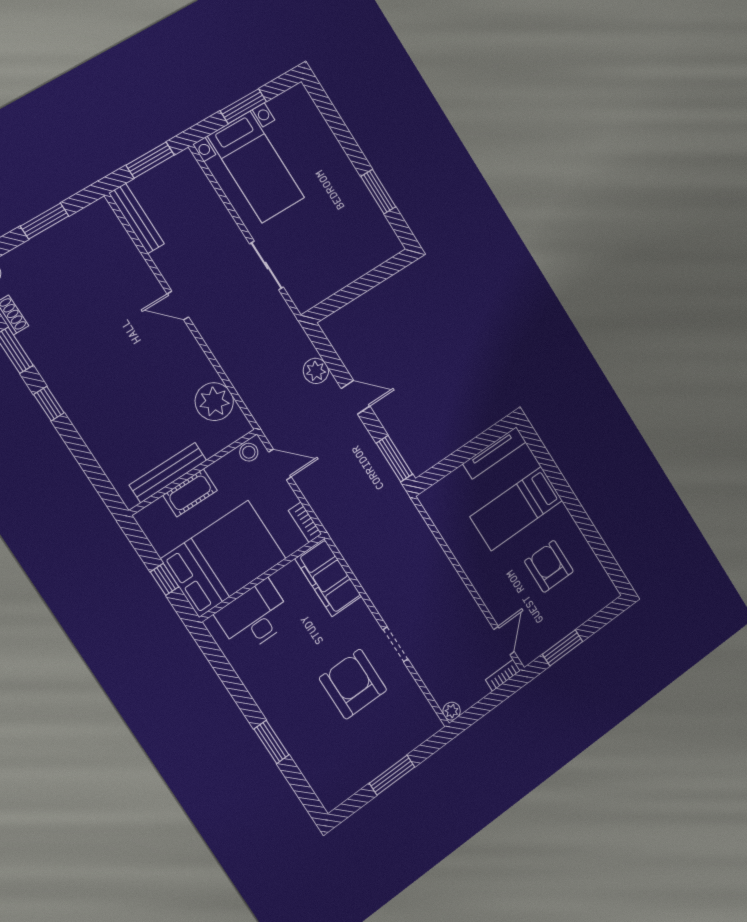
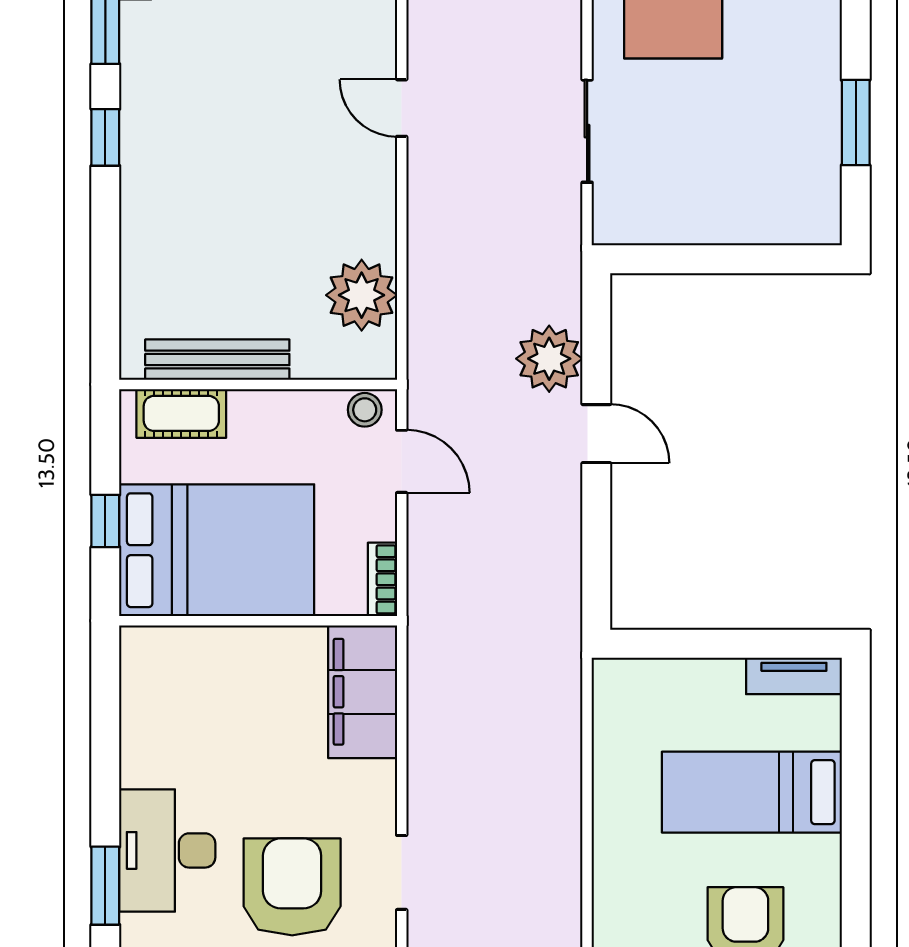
plant: (316, 371) -> (549, 359), width x1.36, depth x1.36
tv unit: (494, 453) -> (794, 676), width x0.71
window: (394, 459) -> (596, 574), removed
cot: (190, 493) -> (181, 413), moved
desk: (254, 617) -> (167, 850), moved, turned -90

